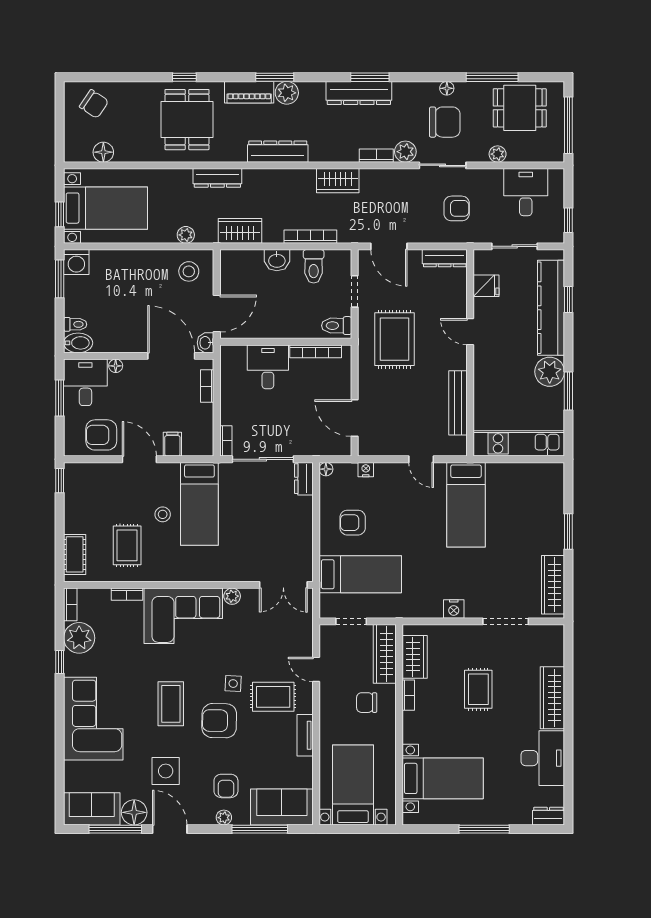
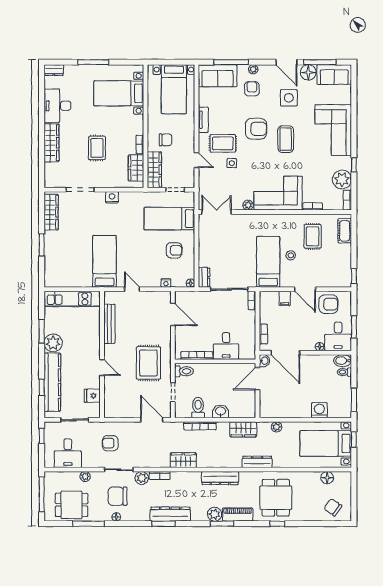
dresser: (445, 258) -> (118, 413), removed
washing machine: (76, 262) -> (319, 410), moved
stool: (189, 271) -> (275, 405), removed
side table: (233, 684) -> (232, 163), moved

